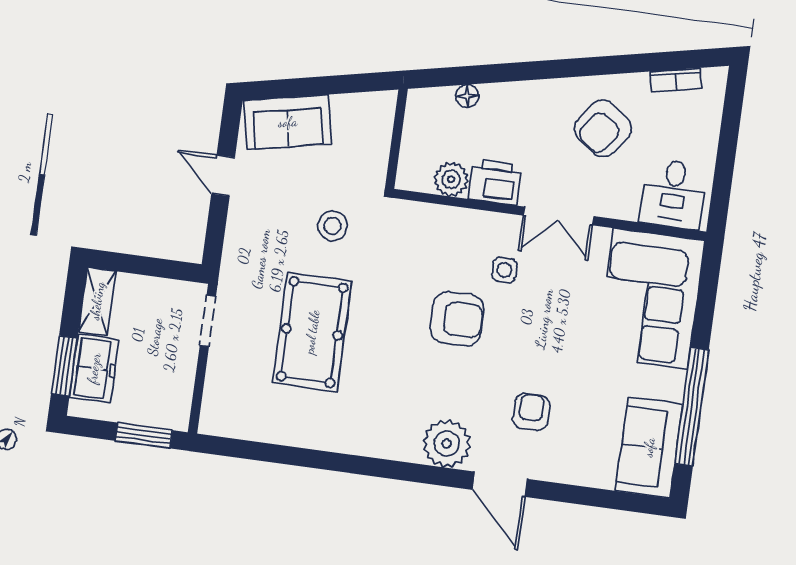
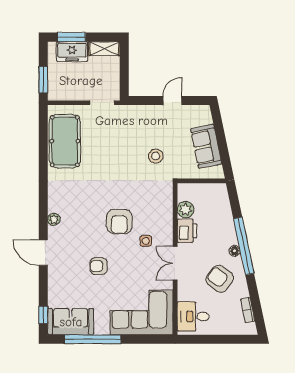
window: (543, 70) -> (244, 246), added
floor lamp: (467, 96) -> (235, 251), moved
sofa: (288, 122) -> (206, 146), moved
pool table: (312, 332) -> (65, 141), moved, turned 90
armchair: (531, 412) -> (99, 266), moved, turned 180
plant: (447, 444) -> (54, 219), width x0.53, depth x0.53
door: (500, 484) -> (43, 253), hinge flipped
window: (627, 502) -> (43, 315), added

